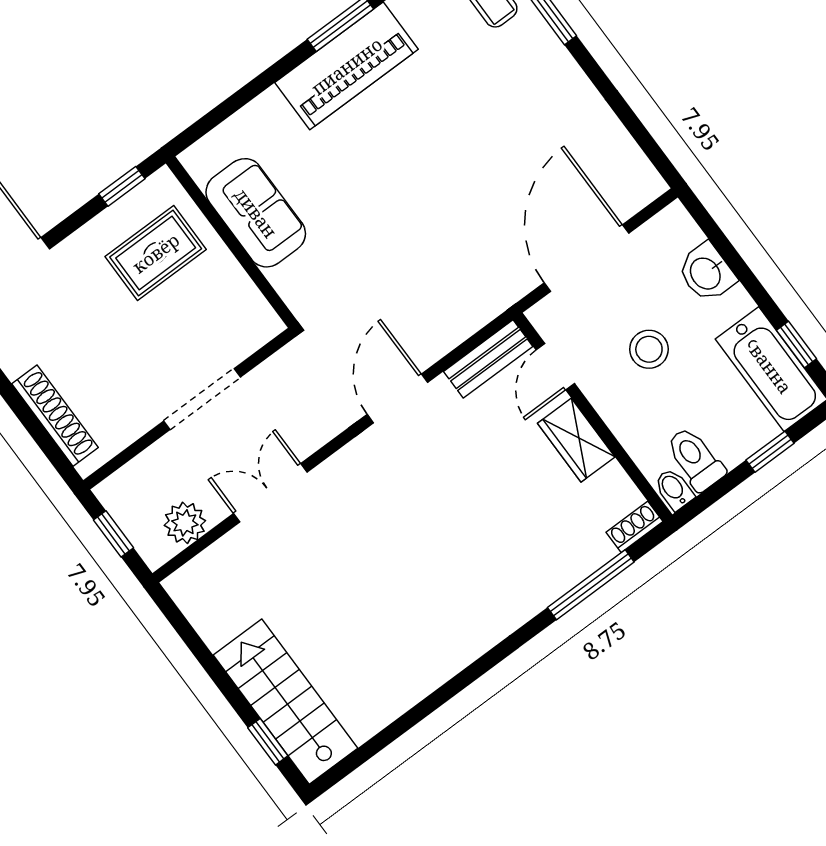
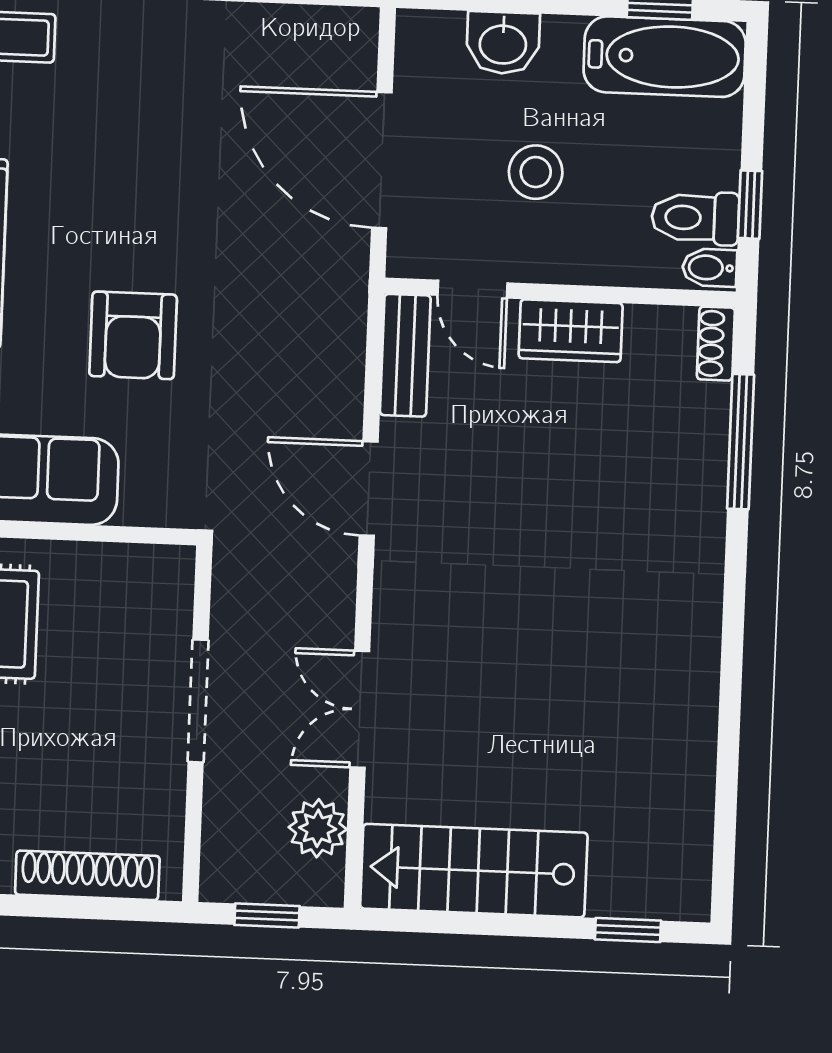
armchair: (377, 198) -> (133, 335), added
window: (770, 452) -> (750, 205), moved
stairs: (286, 702) -> (474, 871), moved

